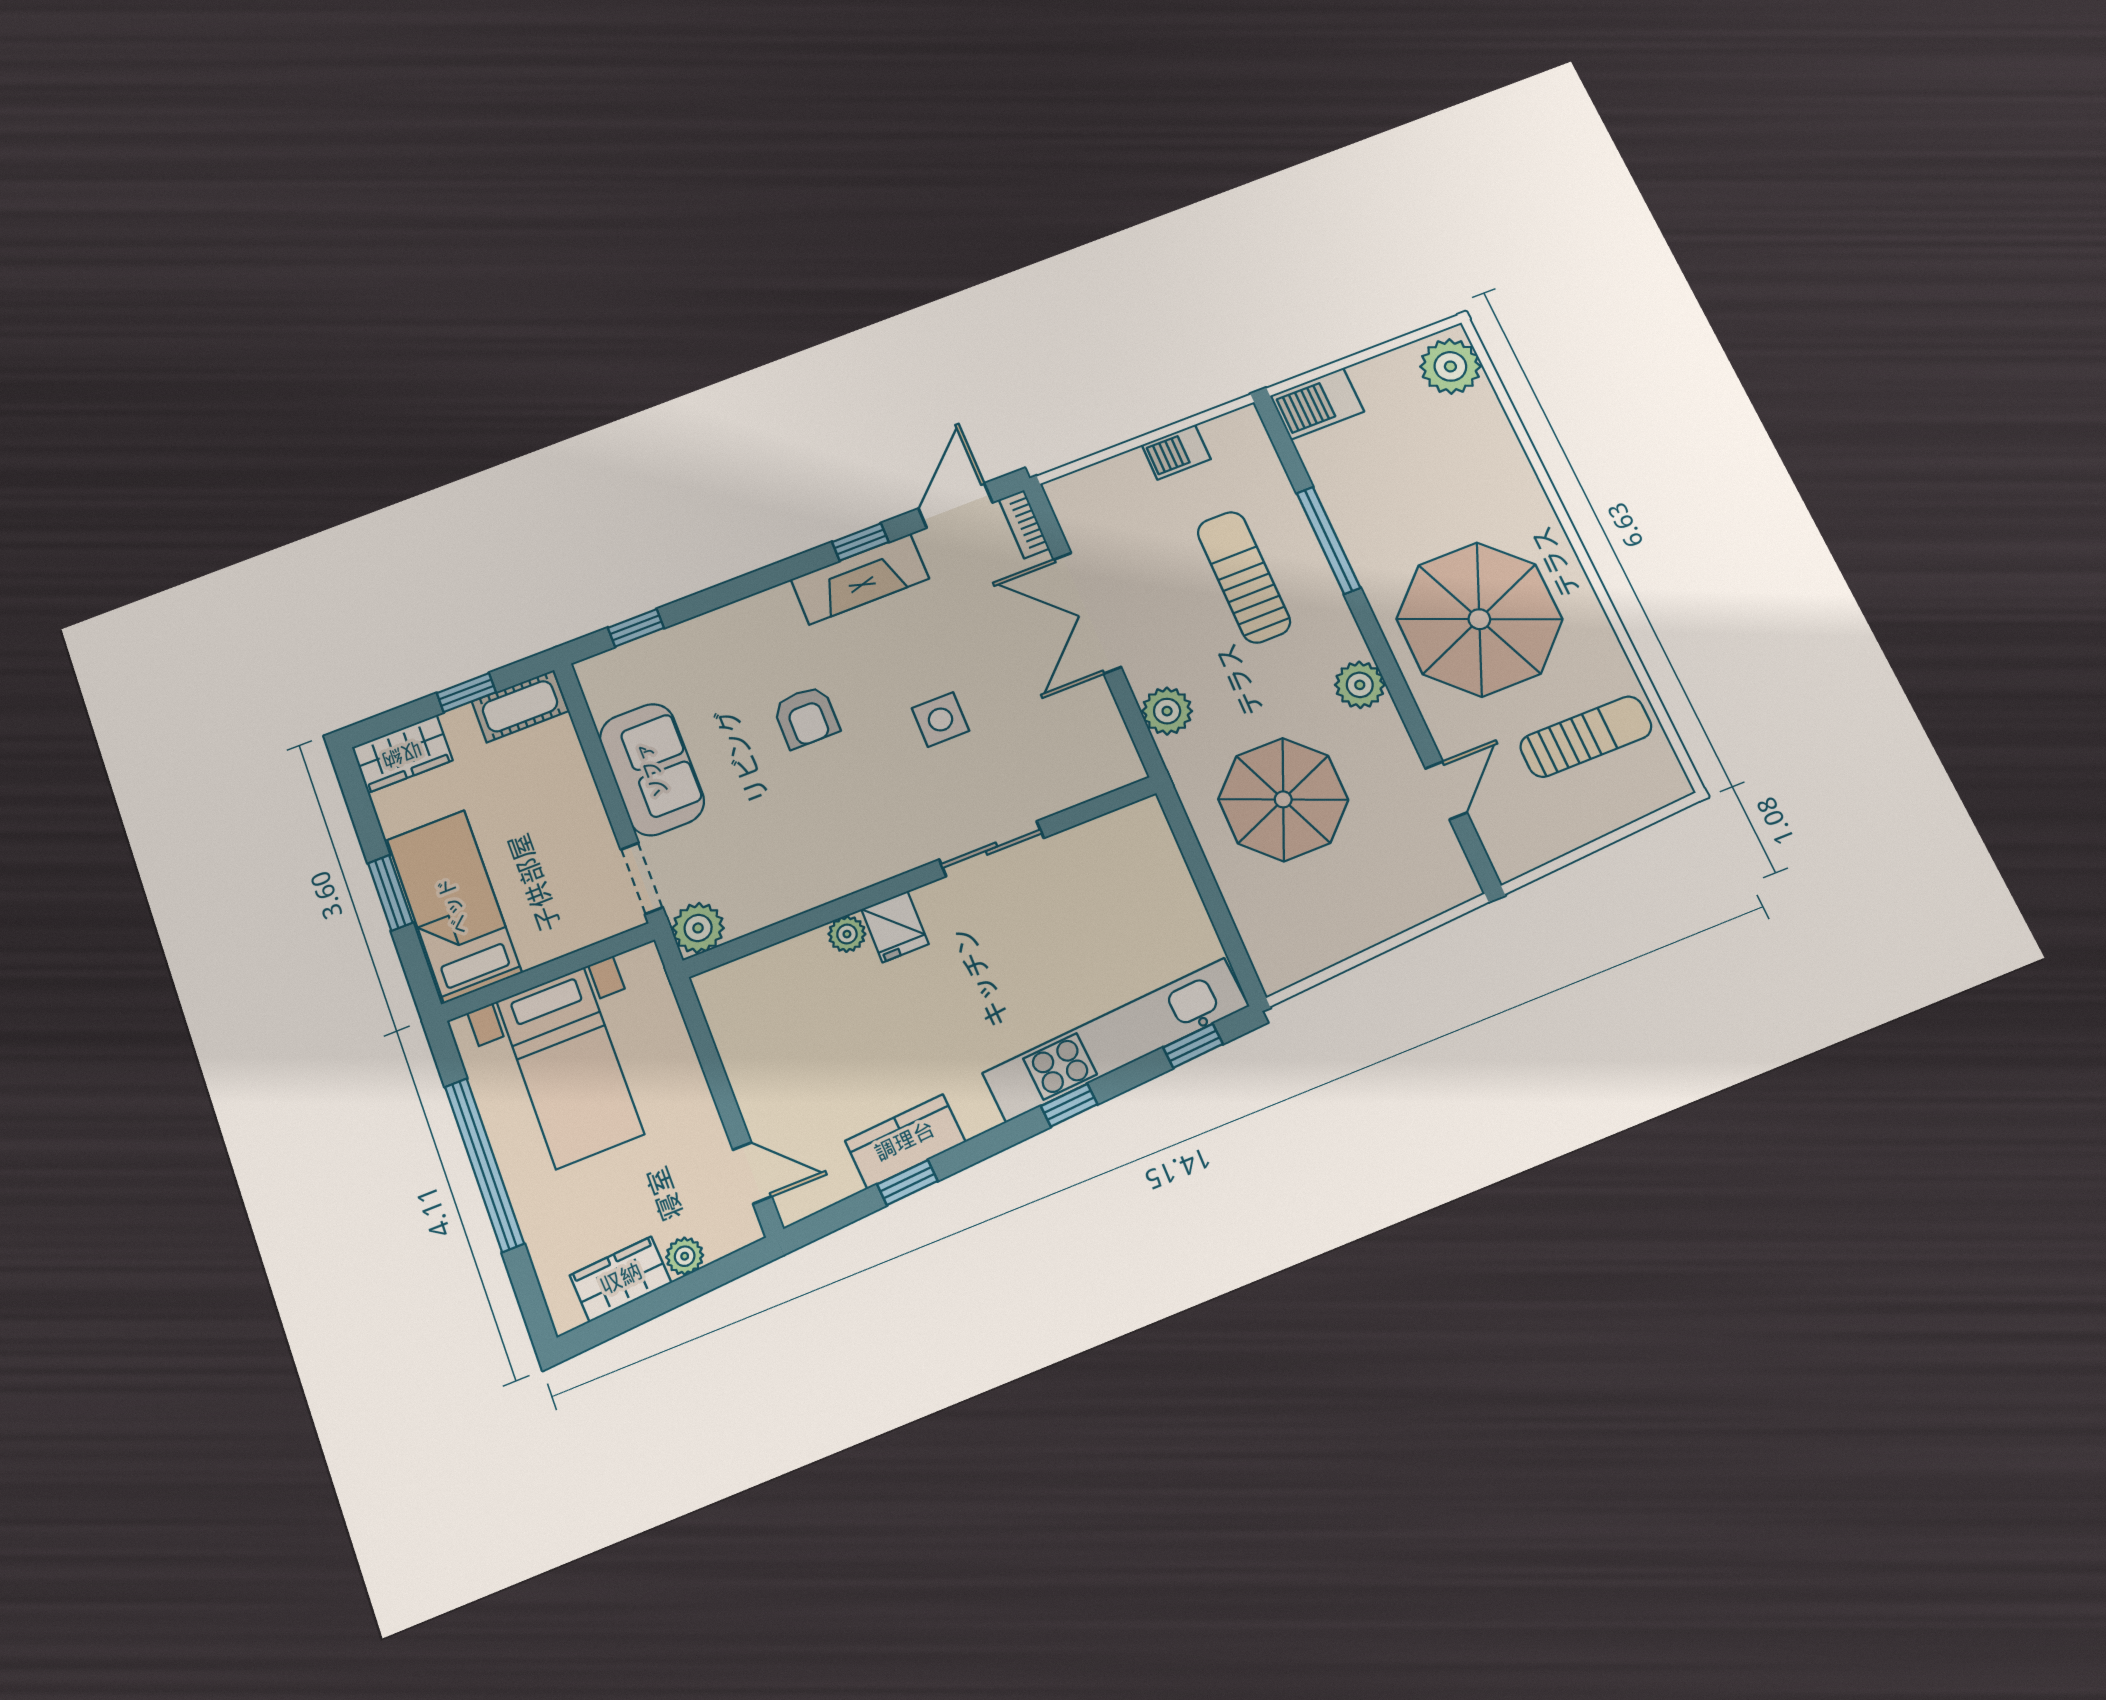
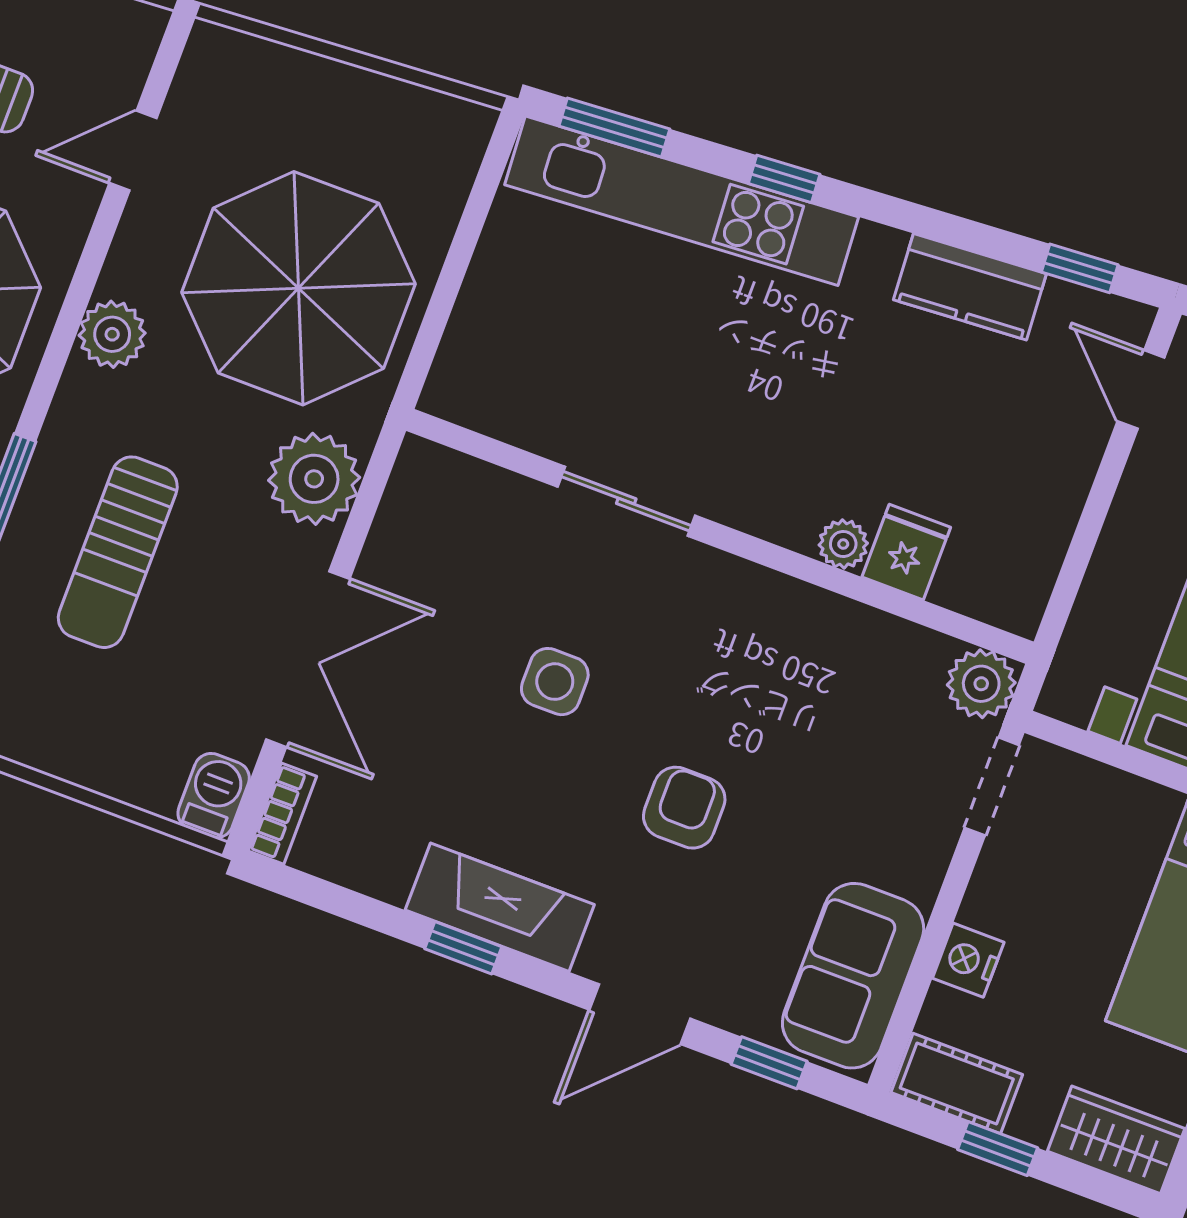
barbecue: (1176, 452) -> (214, 796), moved, turned -90
door: (955, 506) -> (640, 1014), moved
plant: (1167, 711) -> (314, 479), width x1.36, depth x1.36
sofa: (652, 769) -> (853, 976), moved
nightstand: (572, 775) -> (968, 960), added
parasol: (1283, 799) -> (298, 288), width x1.36, depth x1.36
fridge: (895, 927) -> (906, 552), moved
window: (1193, 1046) -> (614, 127), width x1.50
window: (907, 1183) -> (1080, 268), moved

